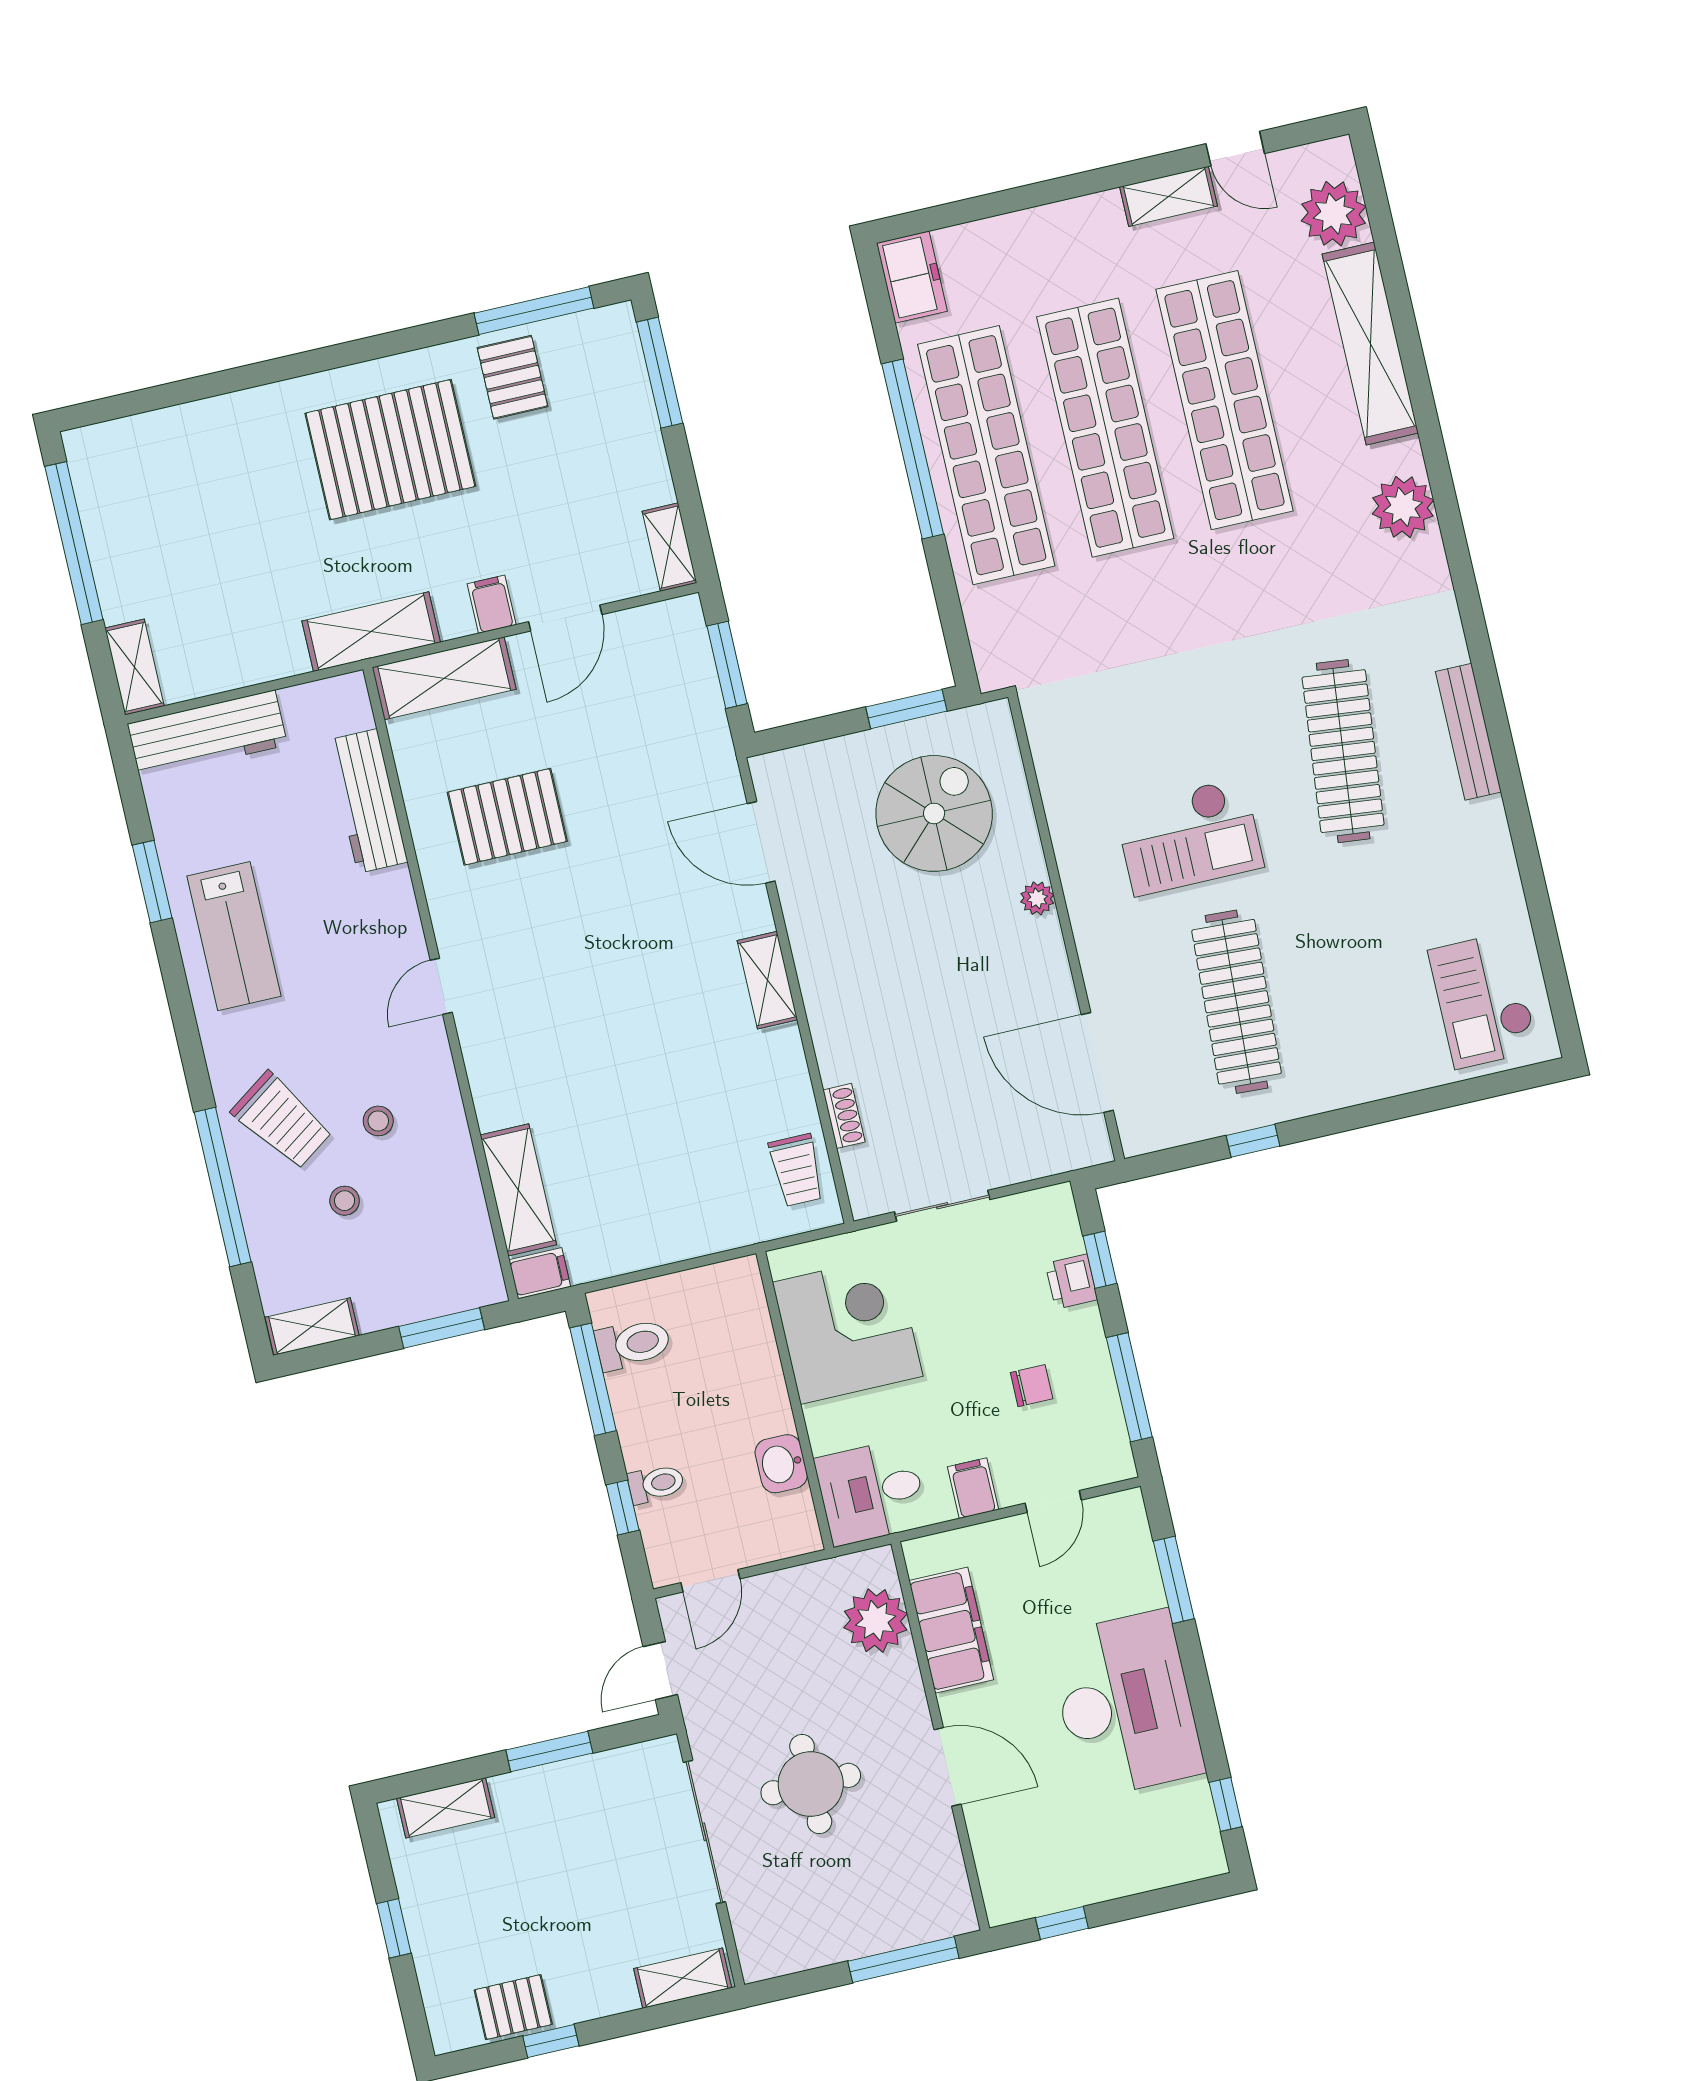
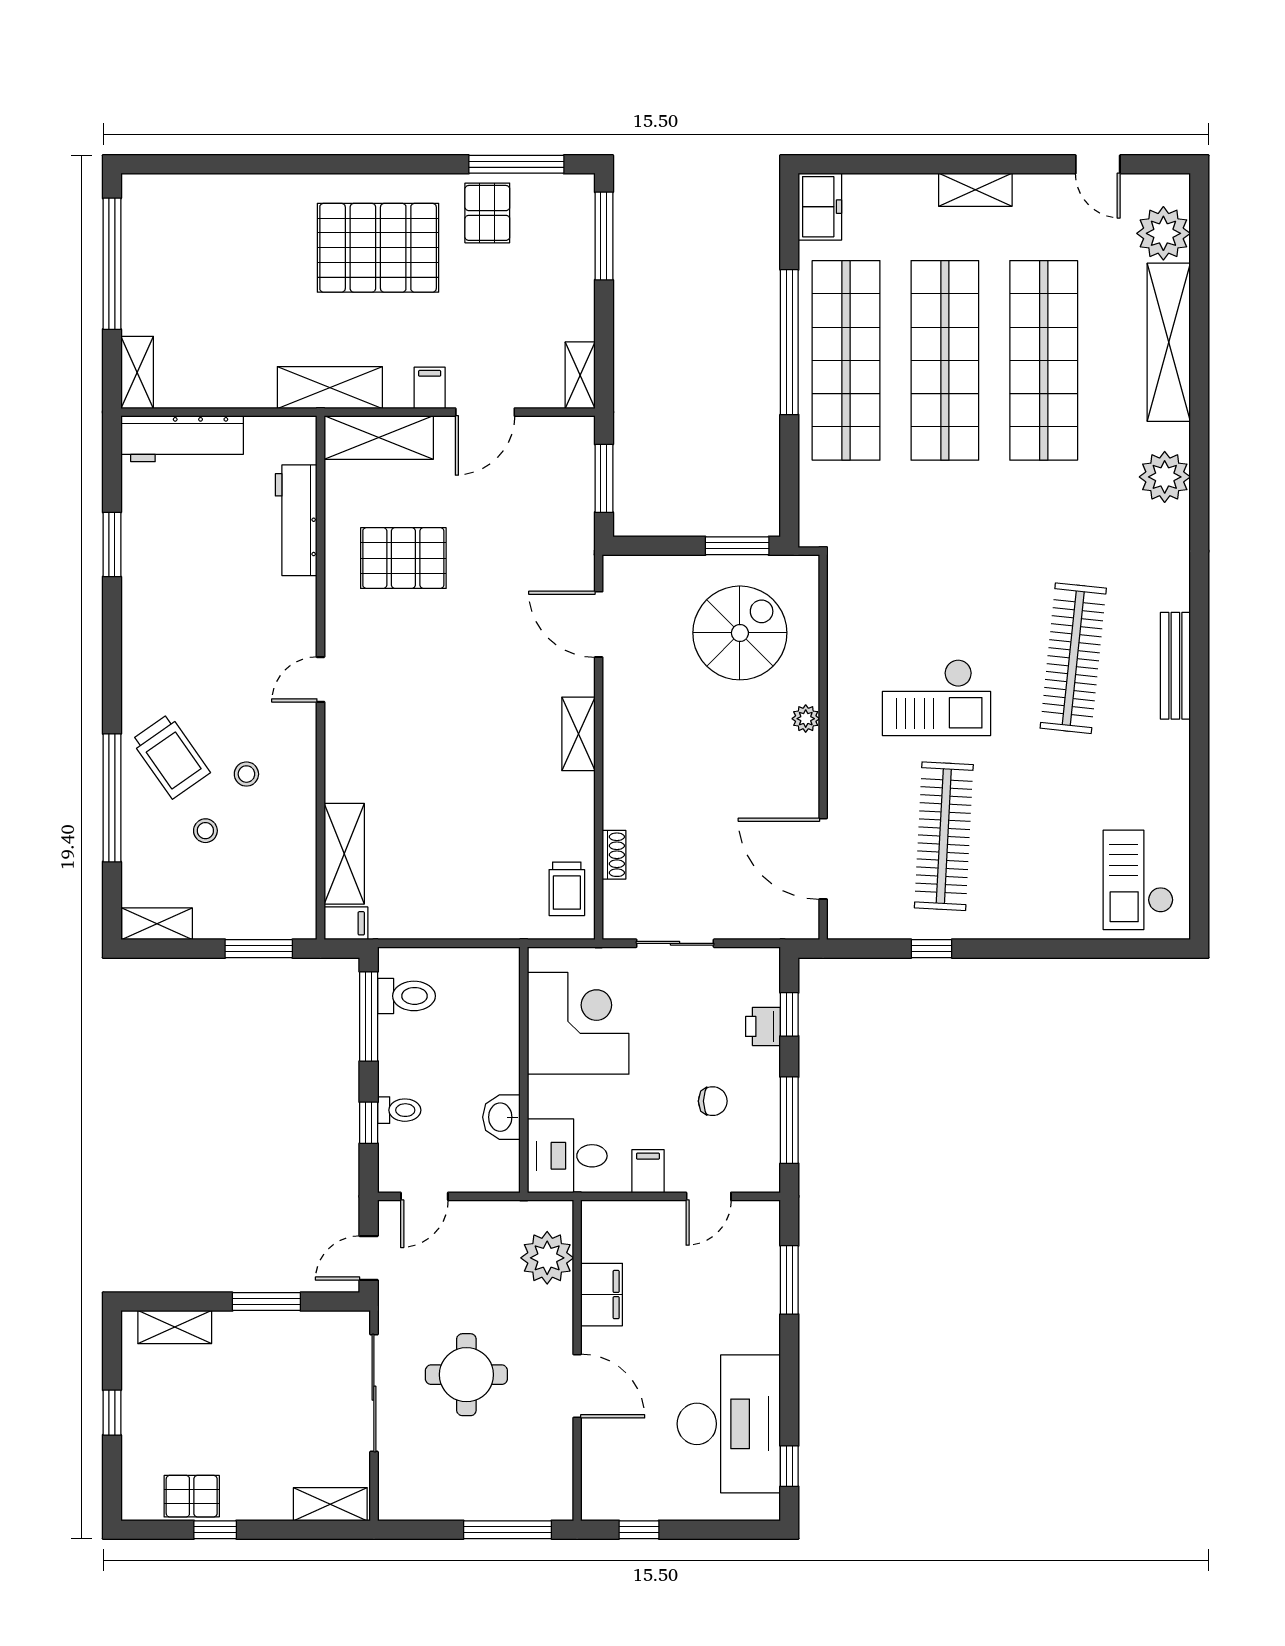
shelving: (1168, 196) -> (975, 190), moved
lab bench: (234, 936) -> (166, 602), removed
filing cabinet: (951, 1630) -> (602, 1295), width x0.67, depth x0.86
desk: (1126, 1704) -> (729, 1424), moved

